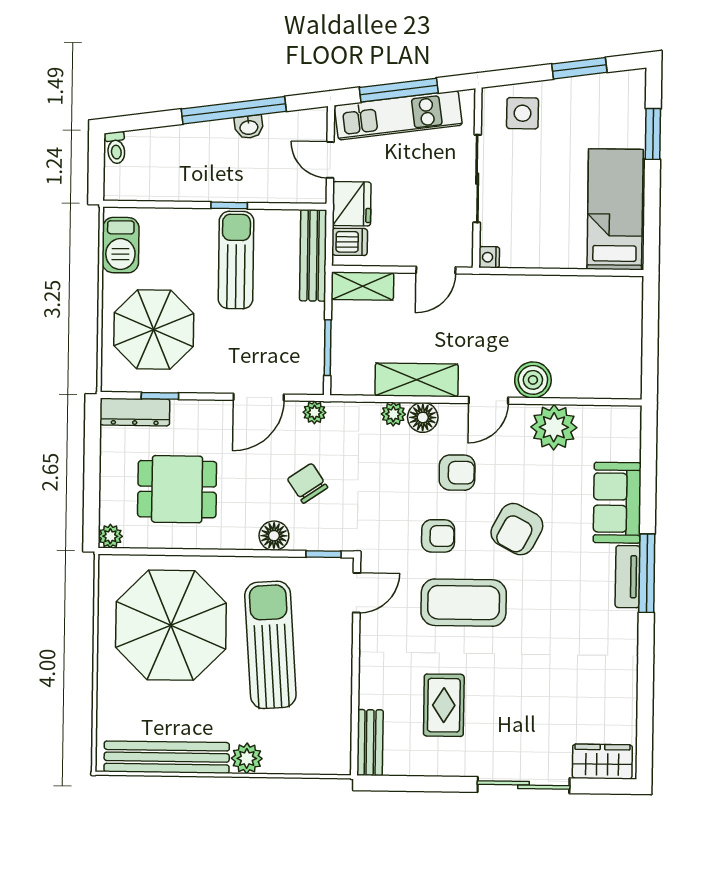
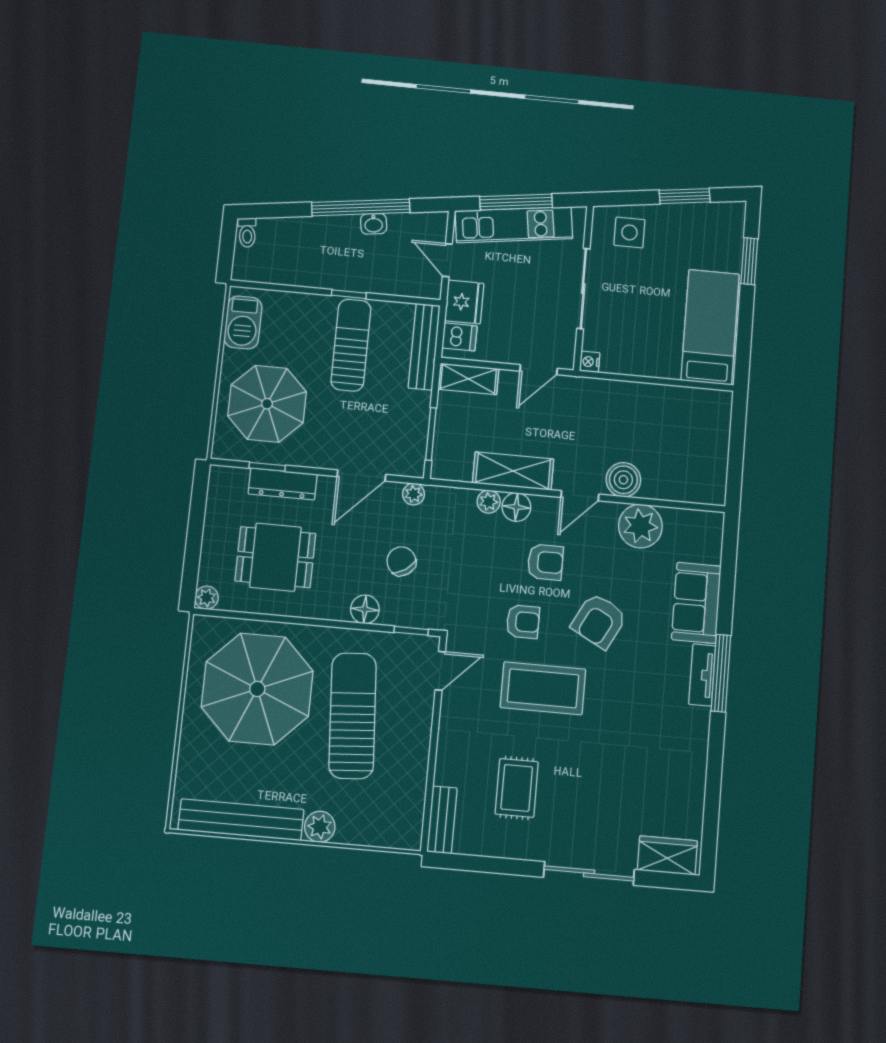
dresser: (135, 412) -> (283, 484), moved

